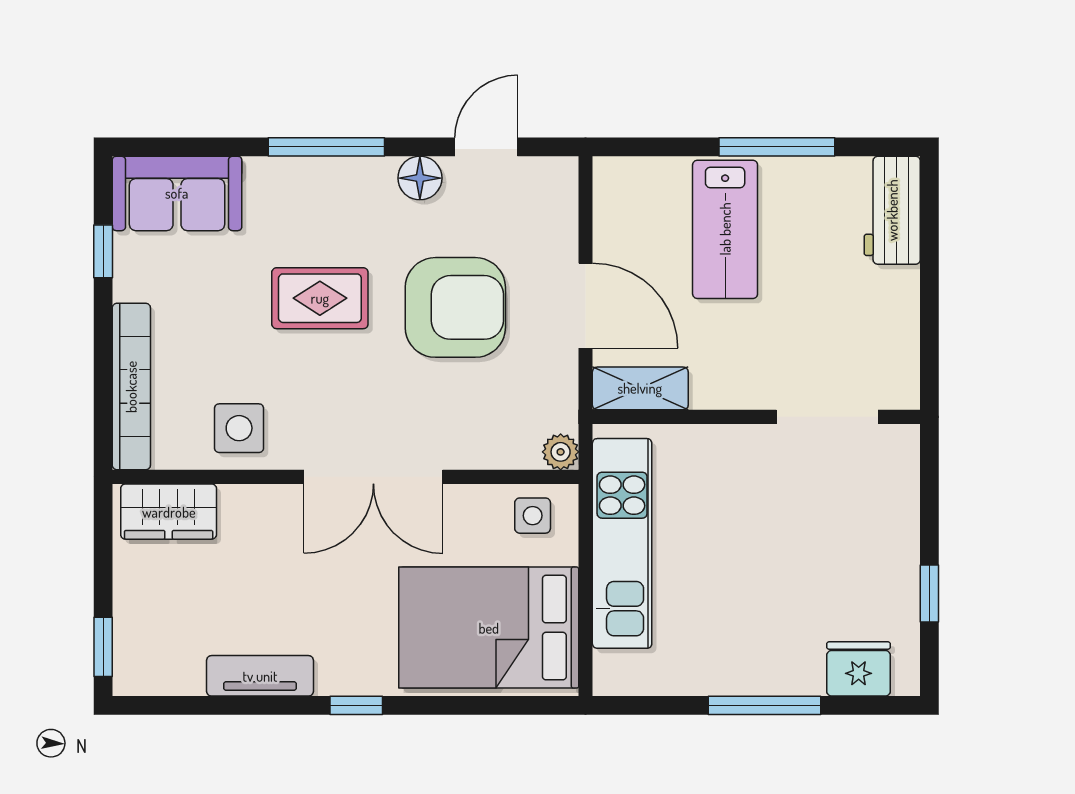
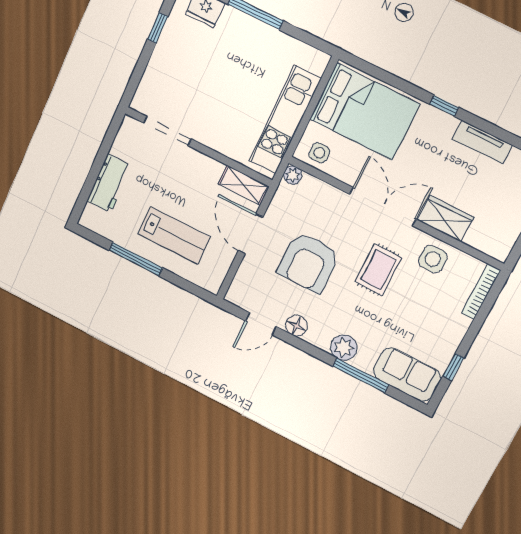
window: (326, 147) -> (361, 375), moved
plant: (314, 183) -> (344, 348), added
workbench: (892, 210) -> (109, 183), moved
lab bench: (725, 229) -> (174, 235), turned 90
rug: (320, 298) -> (378, 270), moved, turned 90
armchair: (455, 307) -> (308, 262), turned -90
bookcase: (131, 387) -> (481, 292), width x0.68, depth x0.76
wardrobe: (169, 512) -> (445, 219), moved

